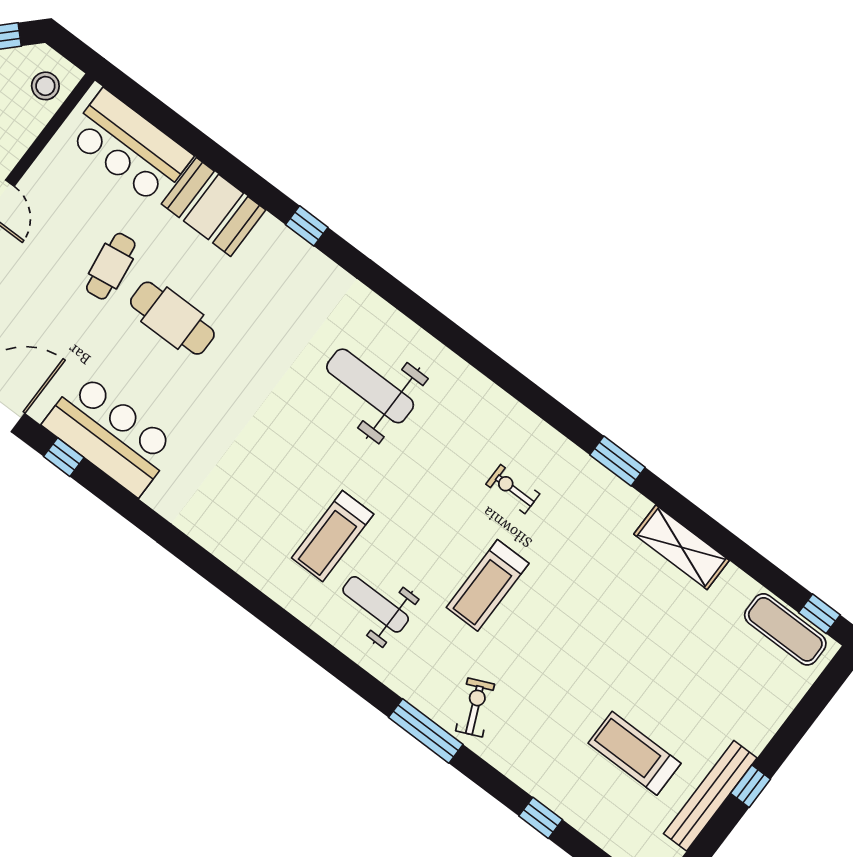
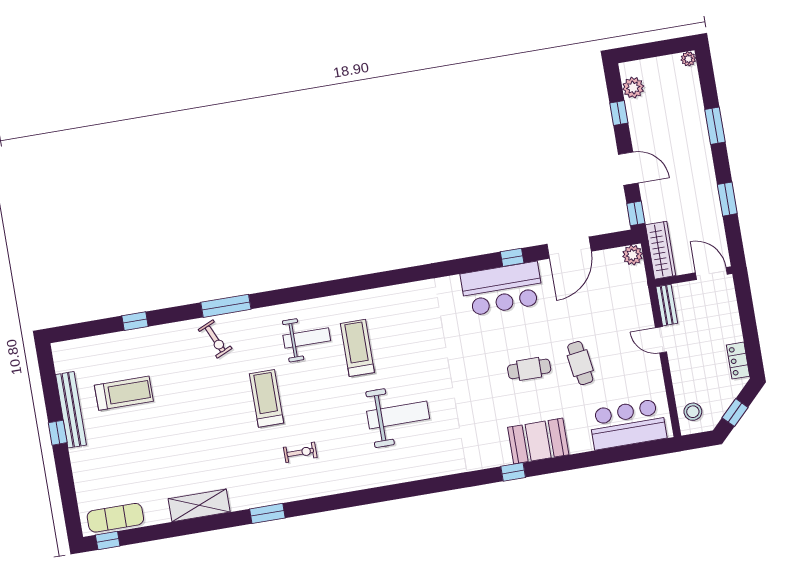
booth: (214, 207) -> (538, 441), moved
cafe table: (172, 318) -> (529, 369), width x0.73, depth x0.74
weight bench: (370, 386) -> (398, 415), moved

